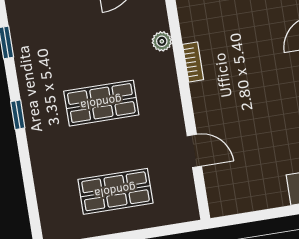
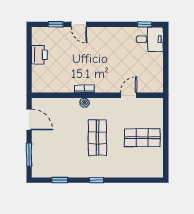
plant: (162, 41) -> (85, 103), moved
shop shelf: (115, 191) -> (142, 138), turned 90

